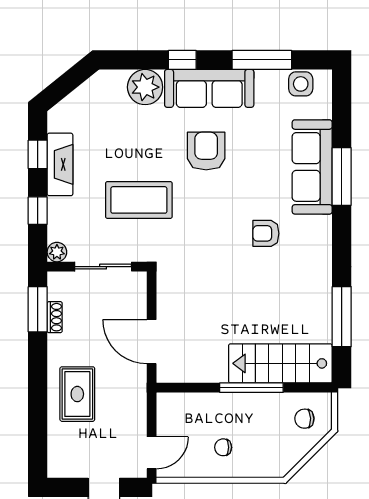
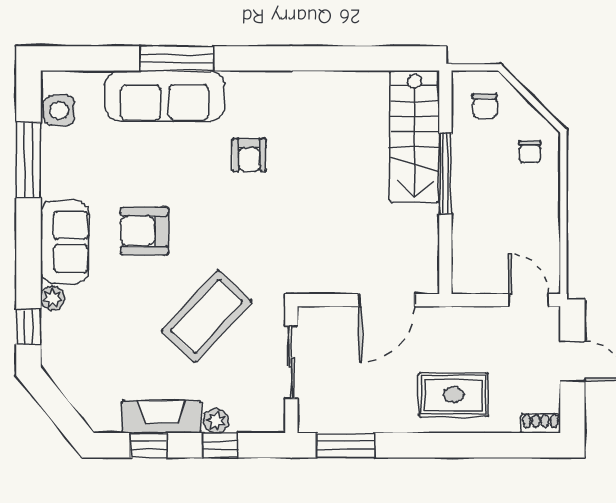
window: (182, 60) -> (28, 327), moved
plant: (145, 87) -> (53, 298), width x0.53, depth x0.53
sofa: (209, 88) -> (65, 242), width x0.73
coffee table: (139, 200) -> (207, 316), turned 43
plant: (57, 252) -> (216, 421), moved
shoe rack: (55, 317) -> (541, 423), moved
window: (342, 317) -> (355, 58), removed
chair: (223, 447) -> (530, 152), moved

